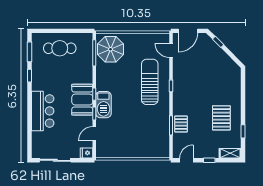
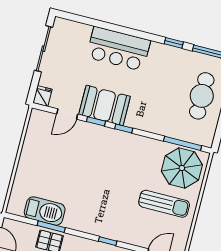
sun lounger: (150, 82) -> (164, 204), moved, width x0.73, depth x0.75
booth: (82, 100) -> (105, 105), moved
barbecue: (103, 105) -> (45, 211), moved, turned 180
door: (94, 134) -> (67, 114), swing flipped

